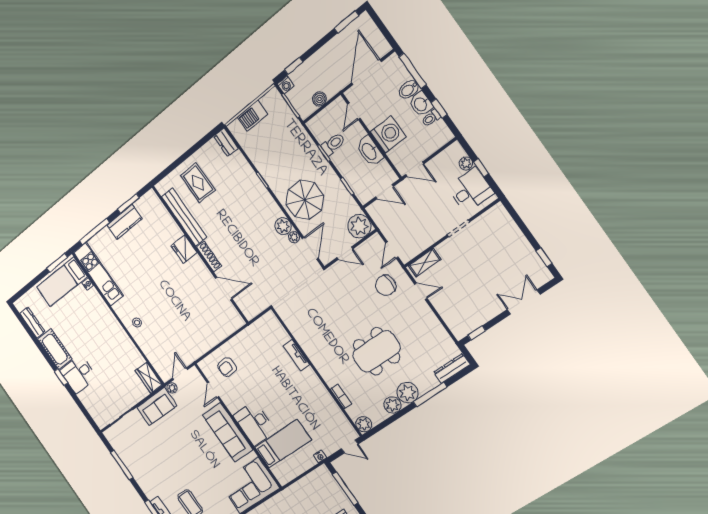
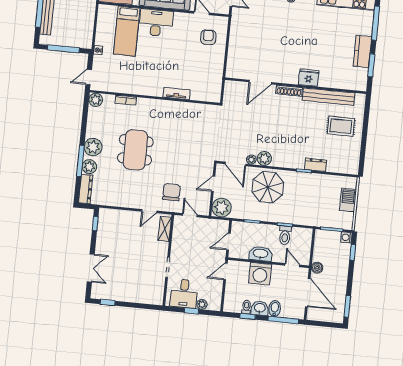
boiler: (320, 99) -> (317, 268), moved
dresser: (226, 142) -> (316, 165), moved
plant: (392, 405) -> (89, 167), moved

